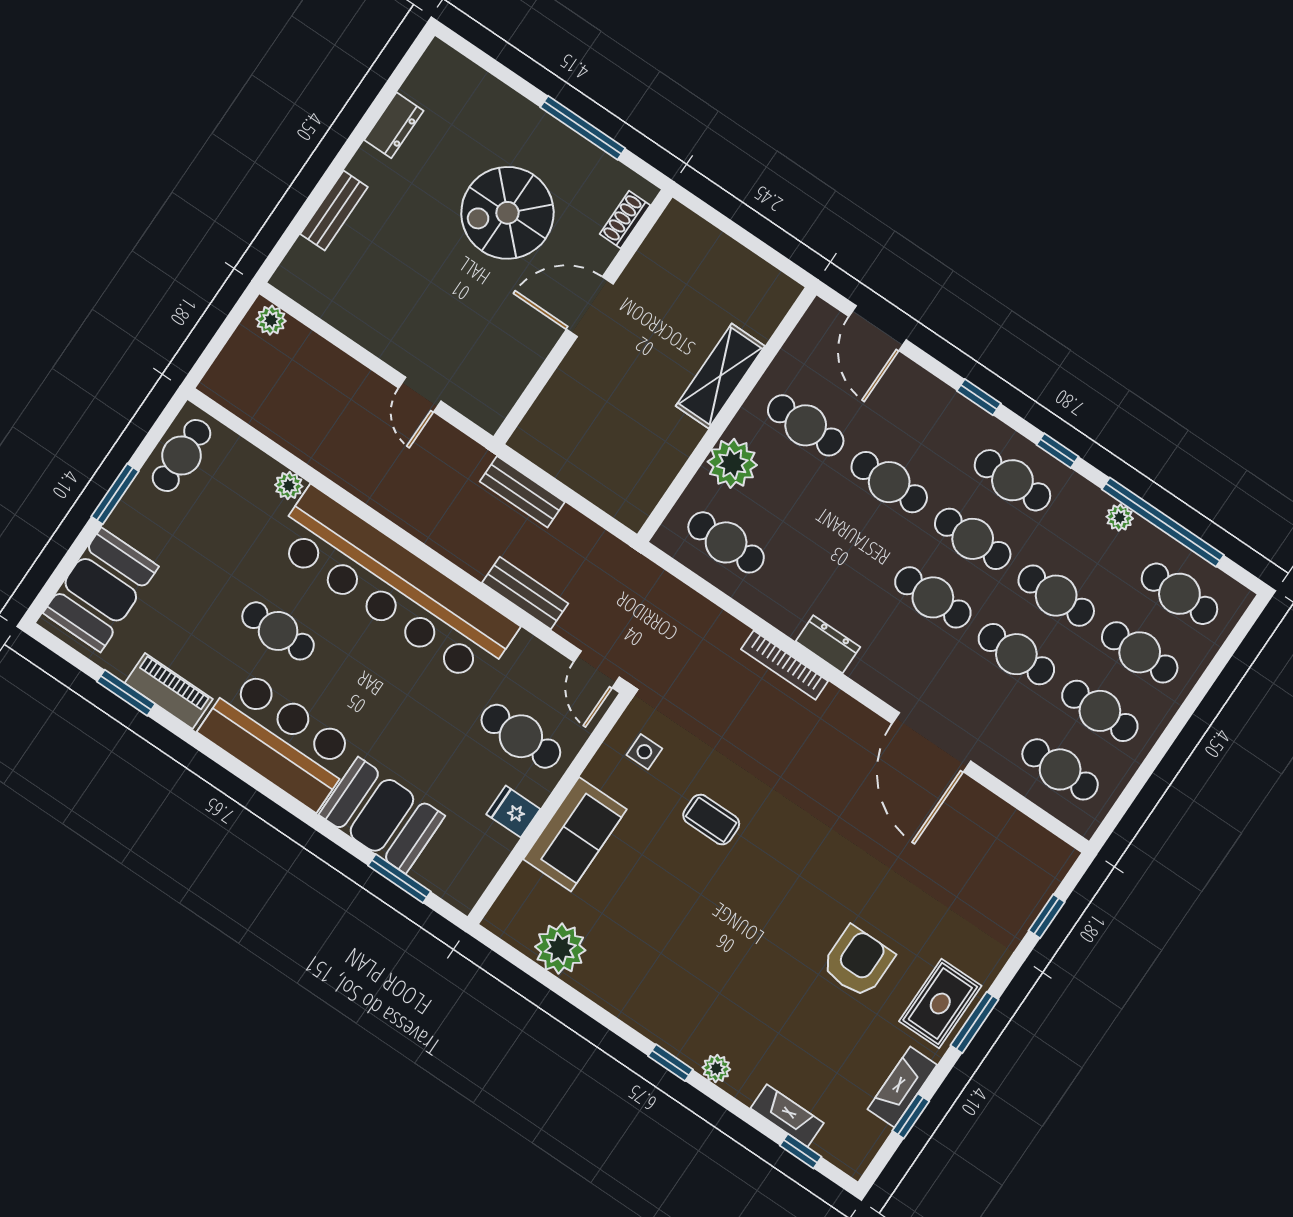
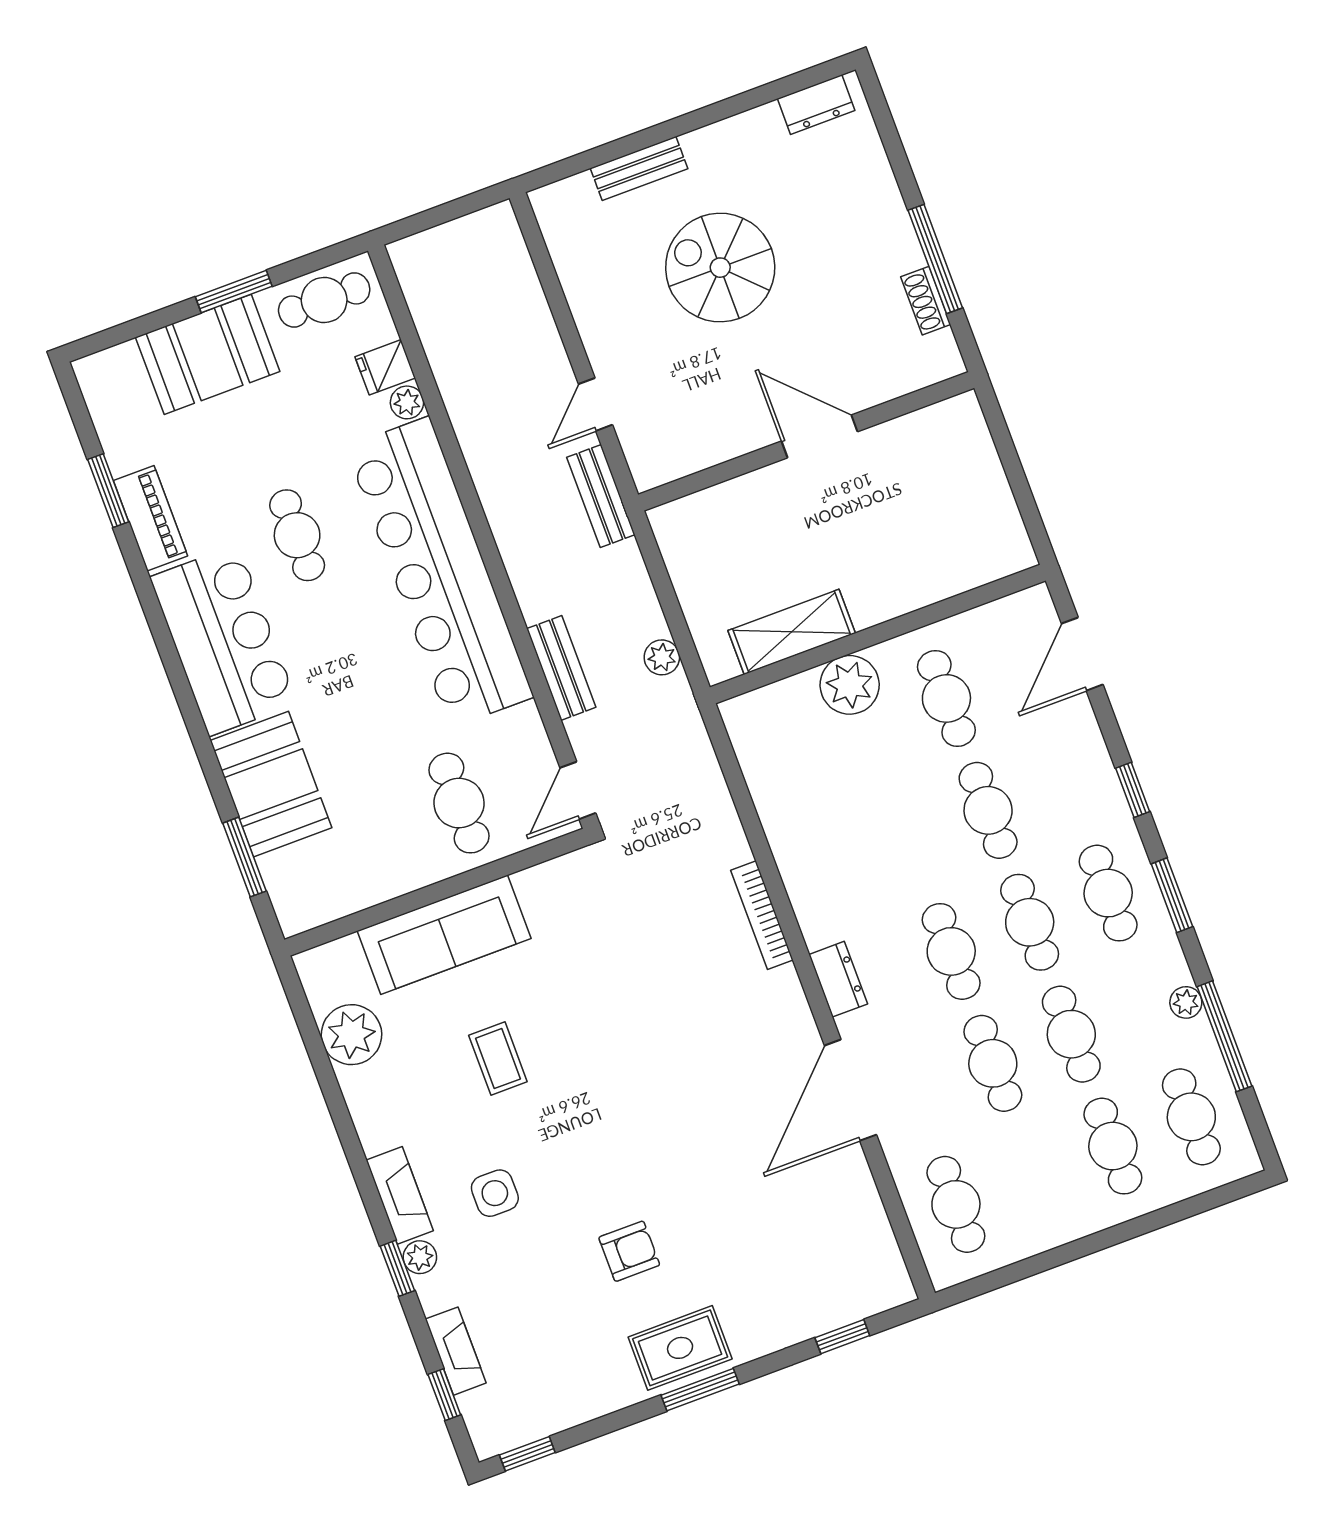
dresser: (394, 125) -> (816, 104), moved
spiral stairs: (507, 213) -> (720, 268), moved
shoe rack: (625, 220) -> (926, 301), moved, turned -90
plant: (271, 320) -> (662, 657), moved
shelving: (720, 376) -> (792, 632), moved
window: (1057, 451) -> (1172, 895), width x1.50
bench: (522, 492) -> (601, 496), moved
window: (1163, 522) -> (1224, 1036), width x0.68
cafe table: (726, 542) -> (789, 757), removed
booth: (101, 590) -> (208, 354), moved
dresser: (828, 644) -> (838, 979), moved
cafe table: (1100, 711) -> (1034, 1175), removed
side table: (644, 752) -> (495, 1193), moved, width x1.37, depth x1.37
fridge: (513, 812) -> (385, 367), moved, turned -90
coffee table: (711, 820) -> (498, 1059), moved
sofa: (575, 834) -> (444, 935), width x1.36
armchair: (858, 962) -> (629, 1251), width x0.72, depth x0.72
window: (670, 1063) -> (397, 1268), moved
fireplace: (902, 1087) -> (400, 1195), moved, turned 90
window: (911, 1116) -> (527, 1454), moved

